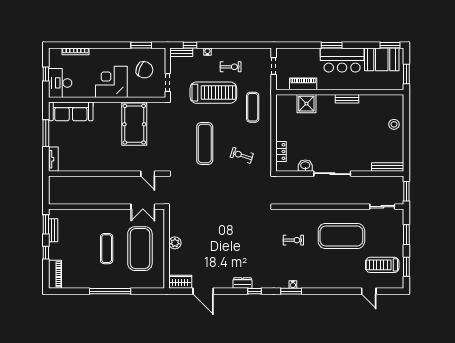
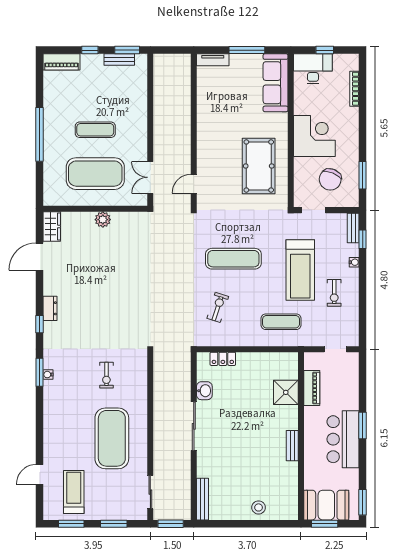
booth: (382, 59) -> (326, 505), moved, turned 90
pool table: (134, 124) -> (259, 166), turned 90

